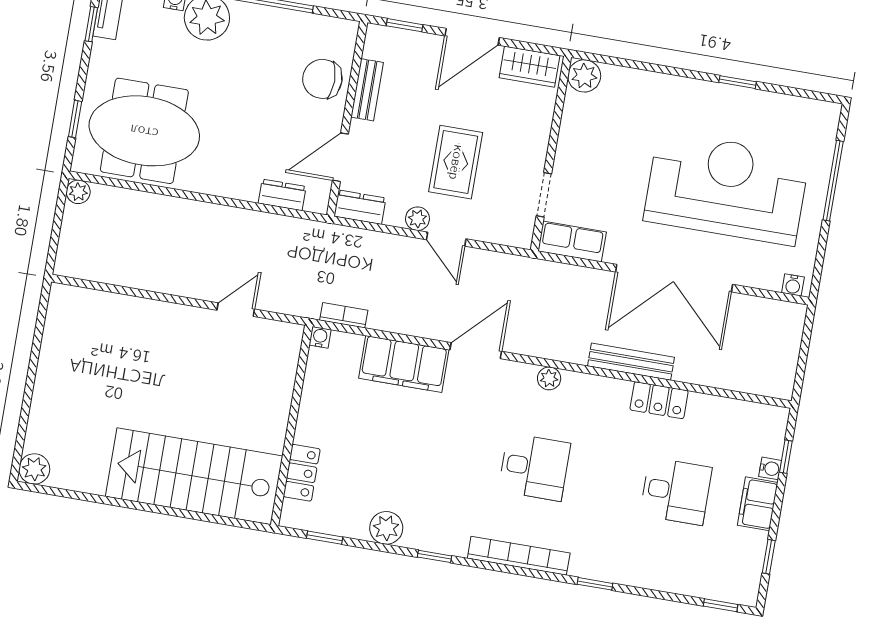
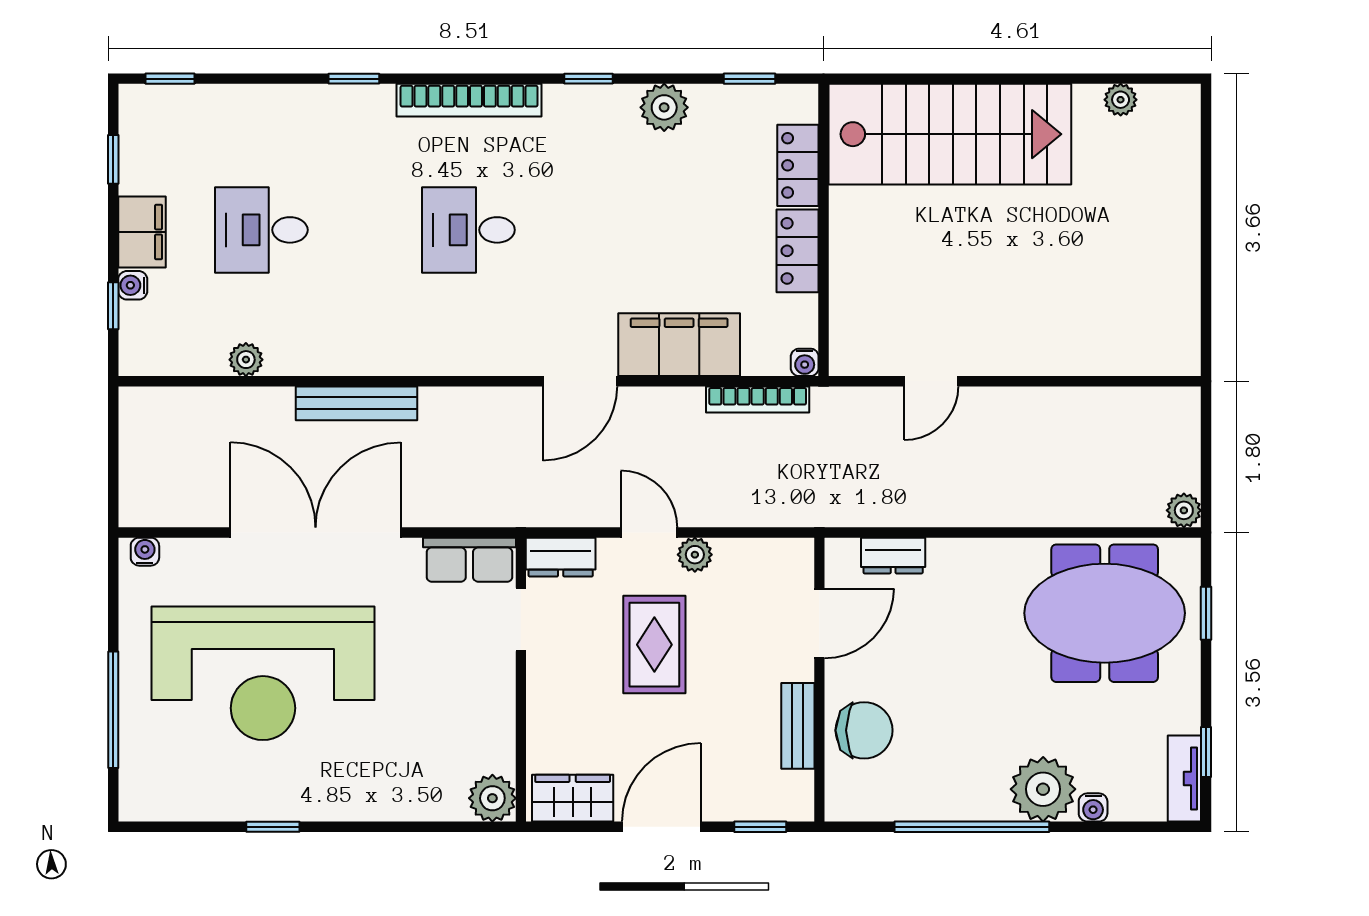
dresser: (360, 207) -> (561, 557), moved
bookcase: (344, 315) -> (758, 399), width x1.56
plant: (549, 378) -> (246, 360), moved
locker: (659, 400) -> (798, 251), moved, turned -90
plant: (34, 469) -> (1121, 100), moved, width x0.73, depth x0.73

